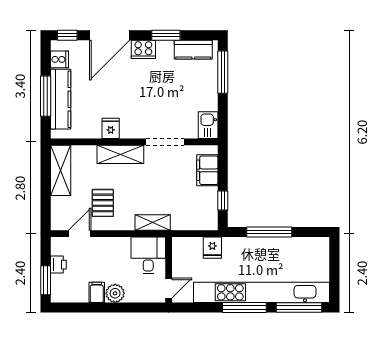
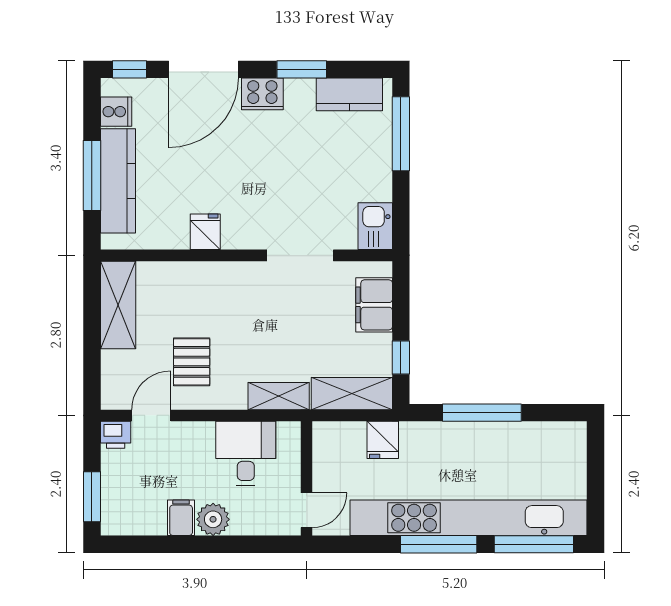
shelving: (120, 154) -> (352, 394), moved
desk: (148, 255) -> (246, 453), moved
printer: (58, 265) -> (116, 435), moved, turned 90

